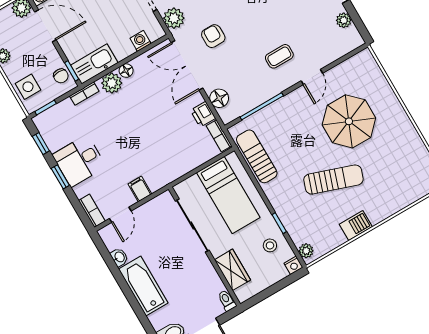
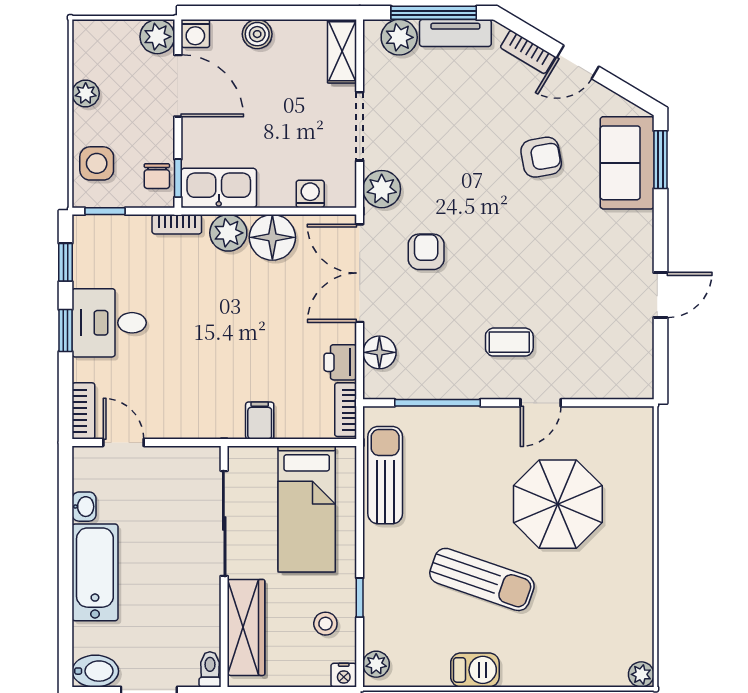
plant: (344, 20) -> (640, 344), removed
floor lamp: (126, 71) -> (272, 237), width x1.89, depth x1.89
filing cabinet: (140, 189) -> (260, 421), moved
door: (120, 215) -> (123, 442), swing flipped
wardrobe: (232, 270) -> (246, 627), width x1.50

